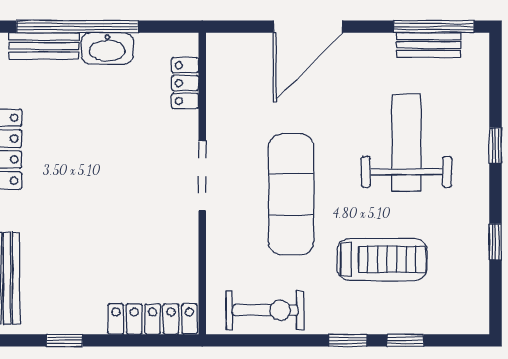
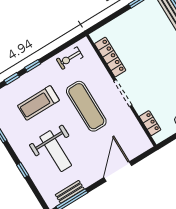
exercise bike: (265, 310) -> (70, 58), width x0.73, depth x0.72
locker: (153, 319) -> (110, 57), moved, turned -90

